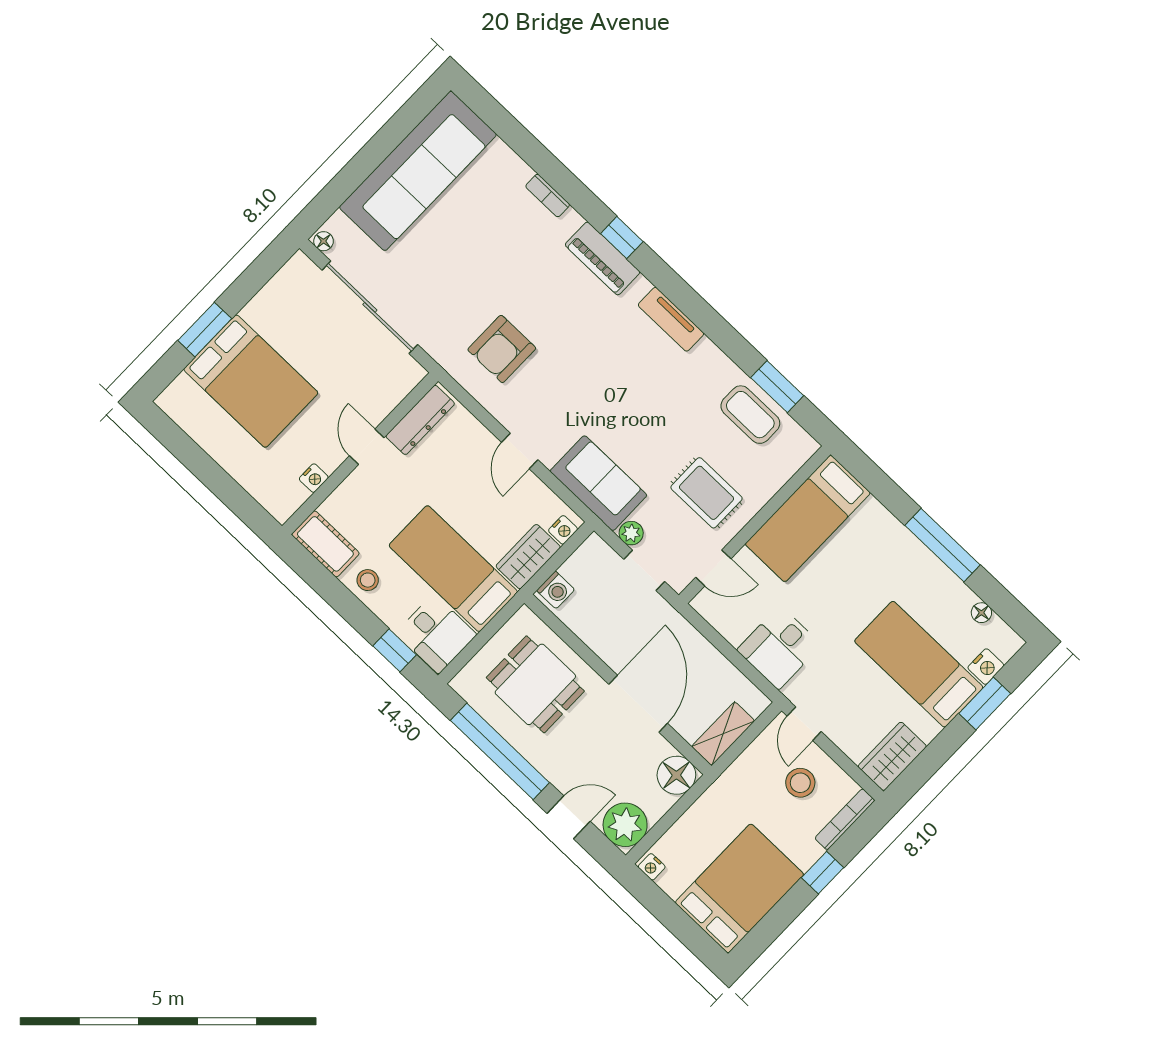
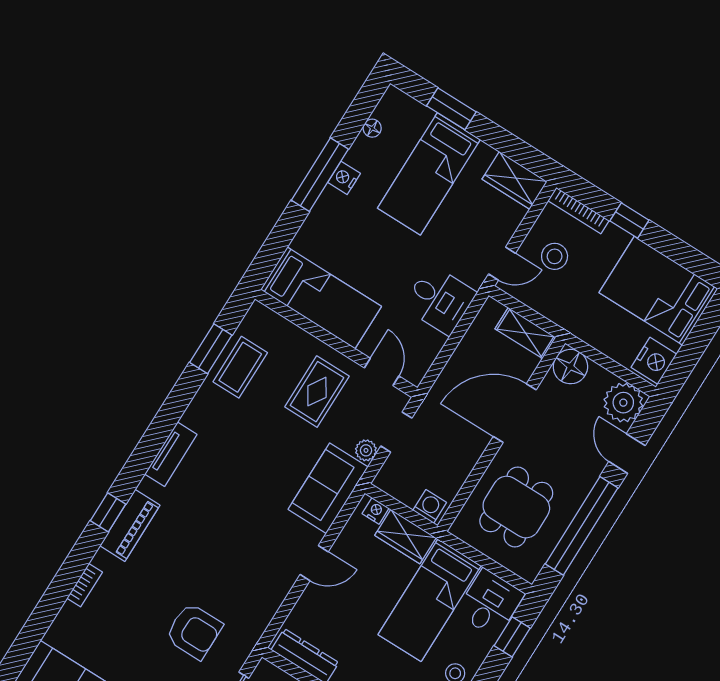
armchair: (502, 349) -> (194, 631), moved
nightstand: (986, 667) -> (344, 178), moved, turned -90
nightstand: (652, 867) -> (654, 361), width x1.89, depth x1.79

